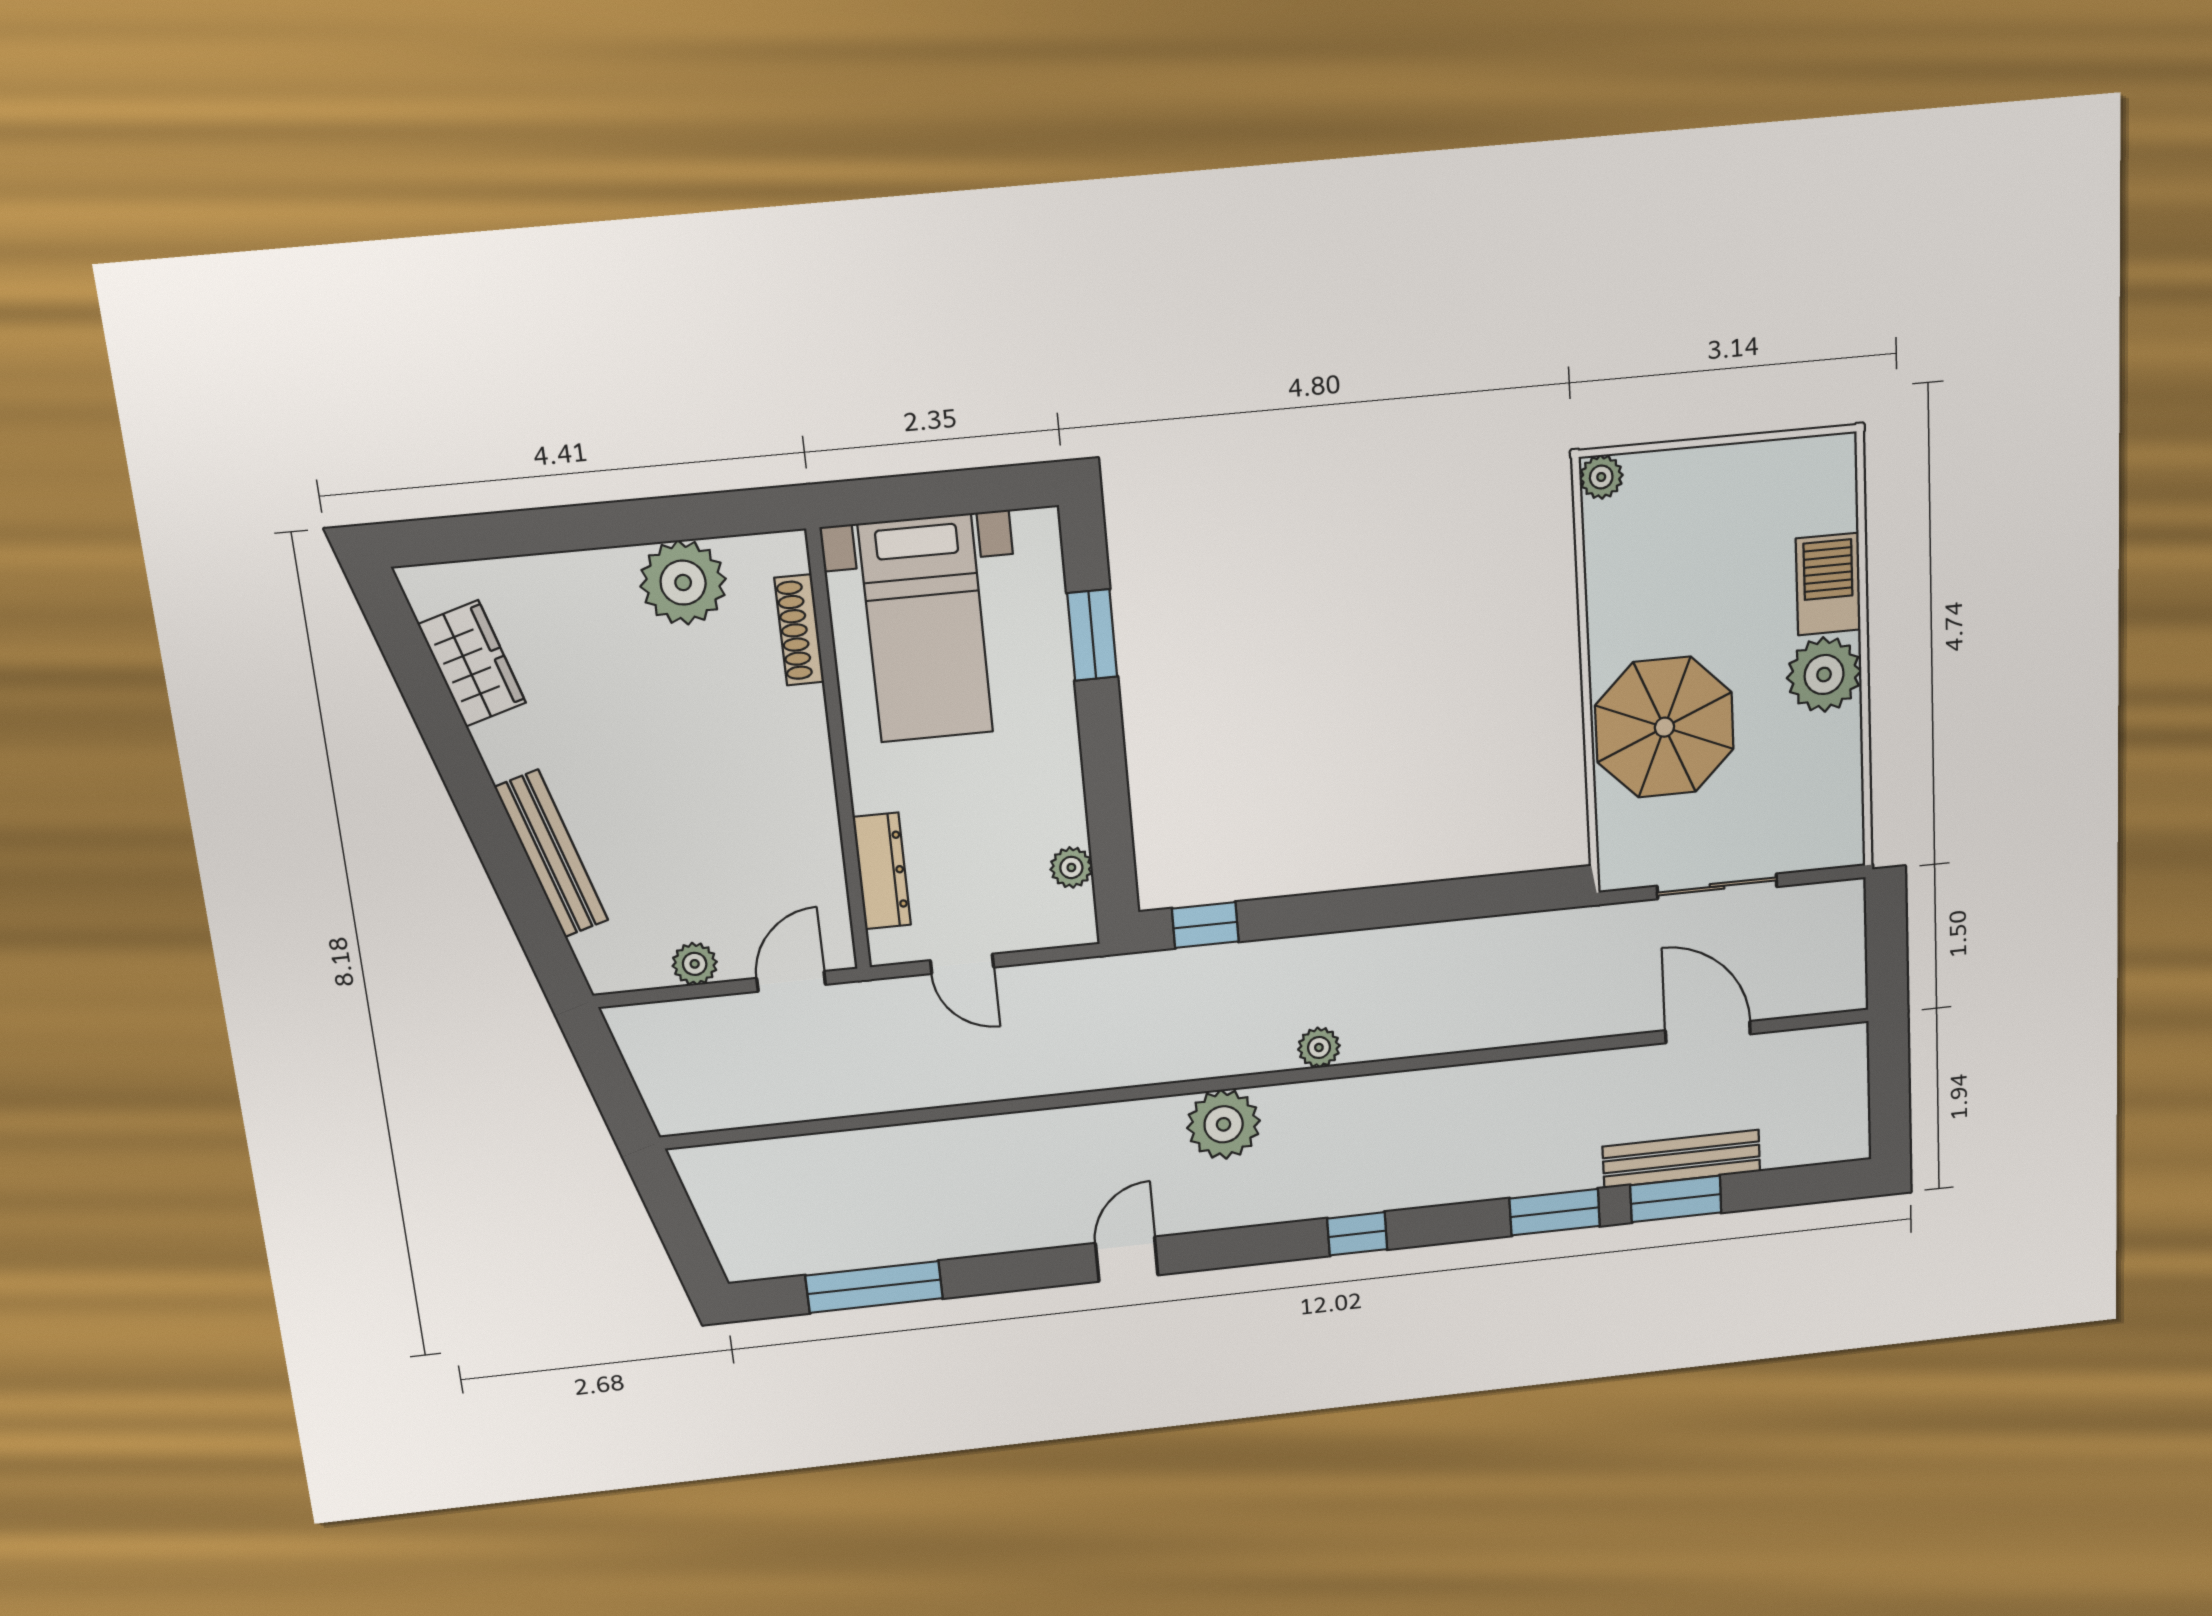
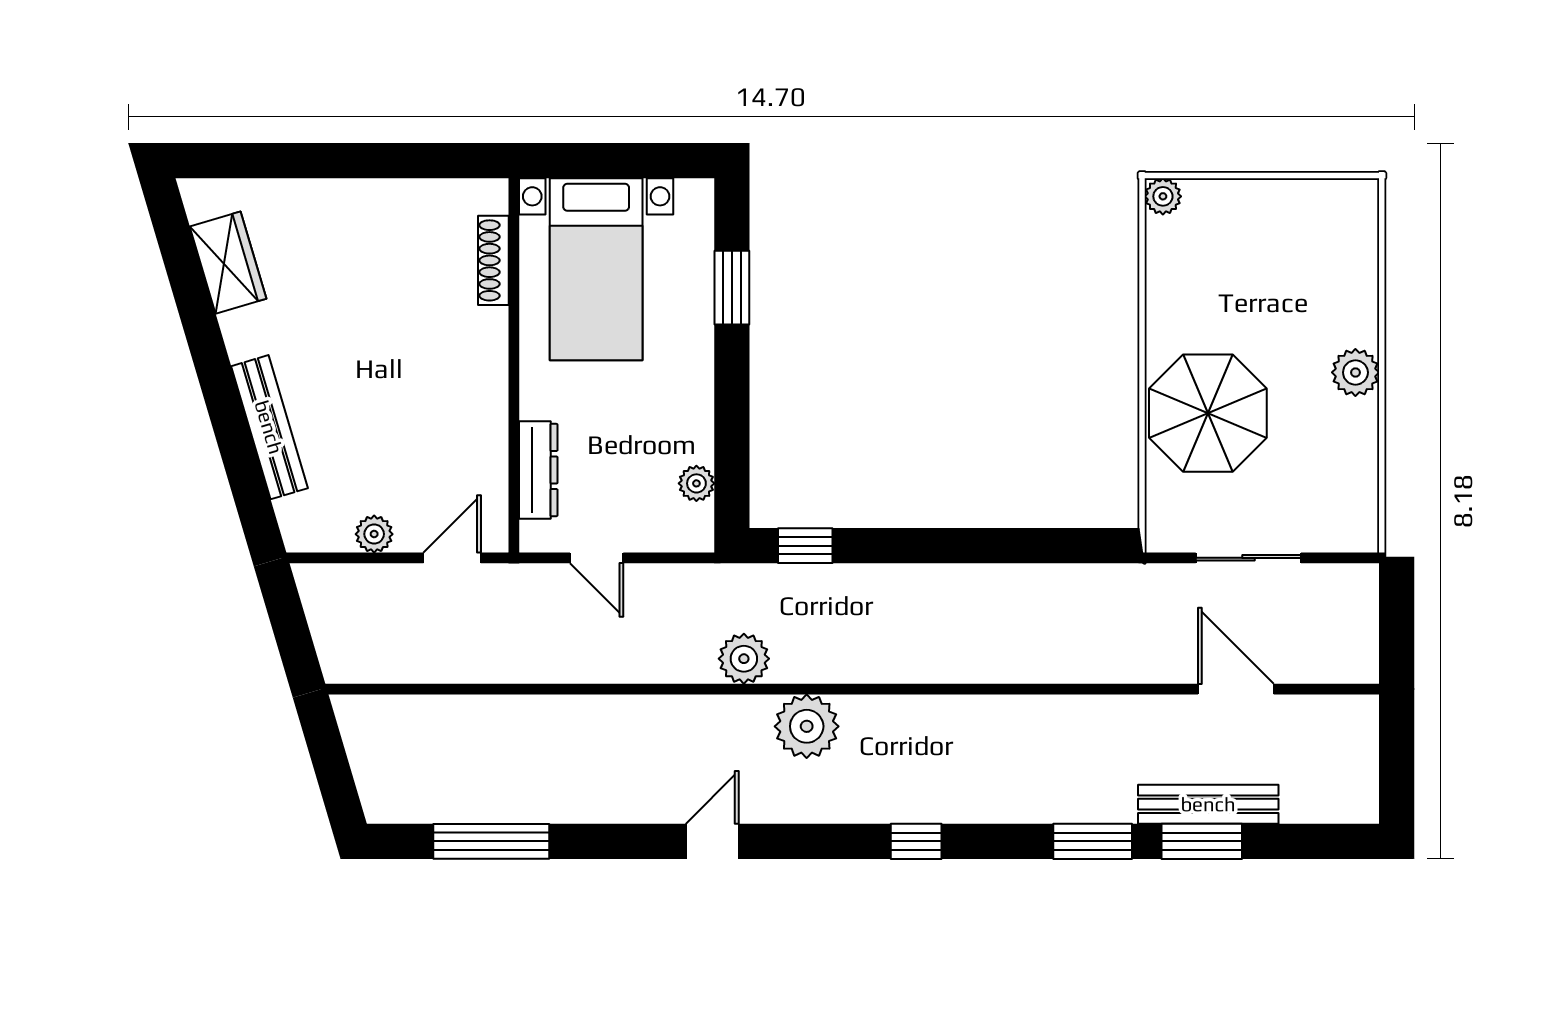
plant: (683, 583) -> (405, 213), removed
barbecue: (1828, 584) -> (1352, 304), removed
plant: (1824, 675) -> (1355, 372), width x0.73, depth x0.73
plant: (1319, 1047) -> (744, 659), moved, width x1.38, depth x1.38

